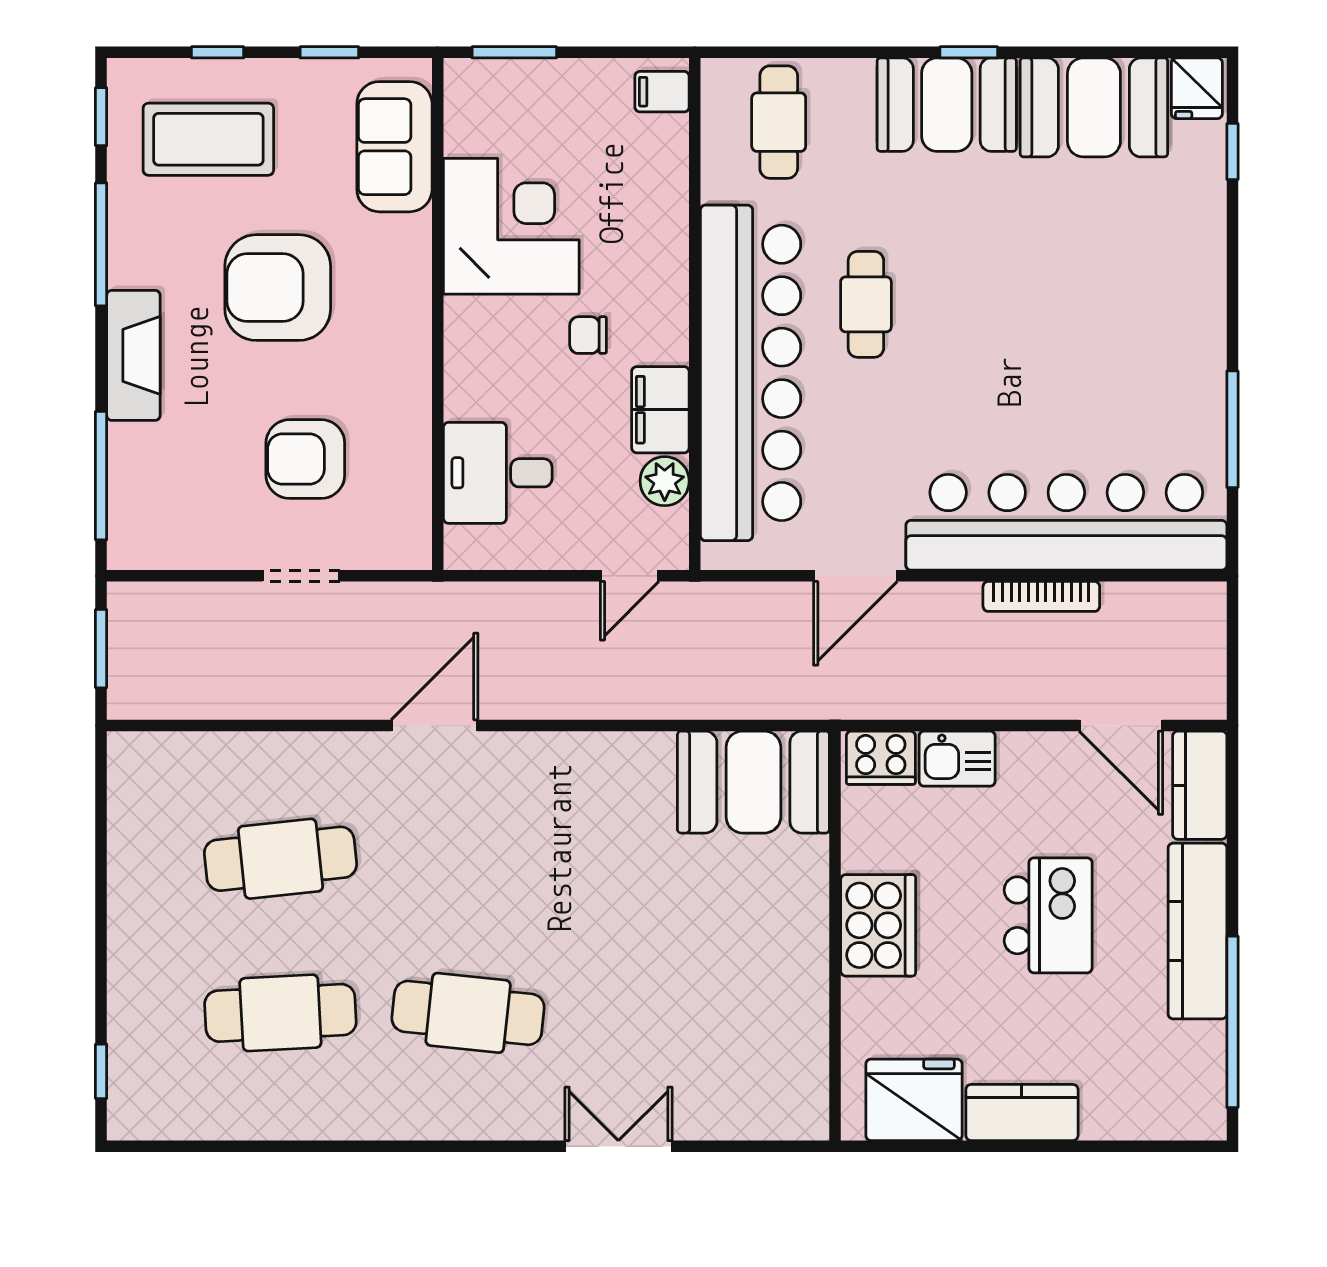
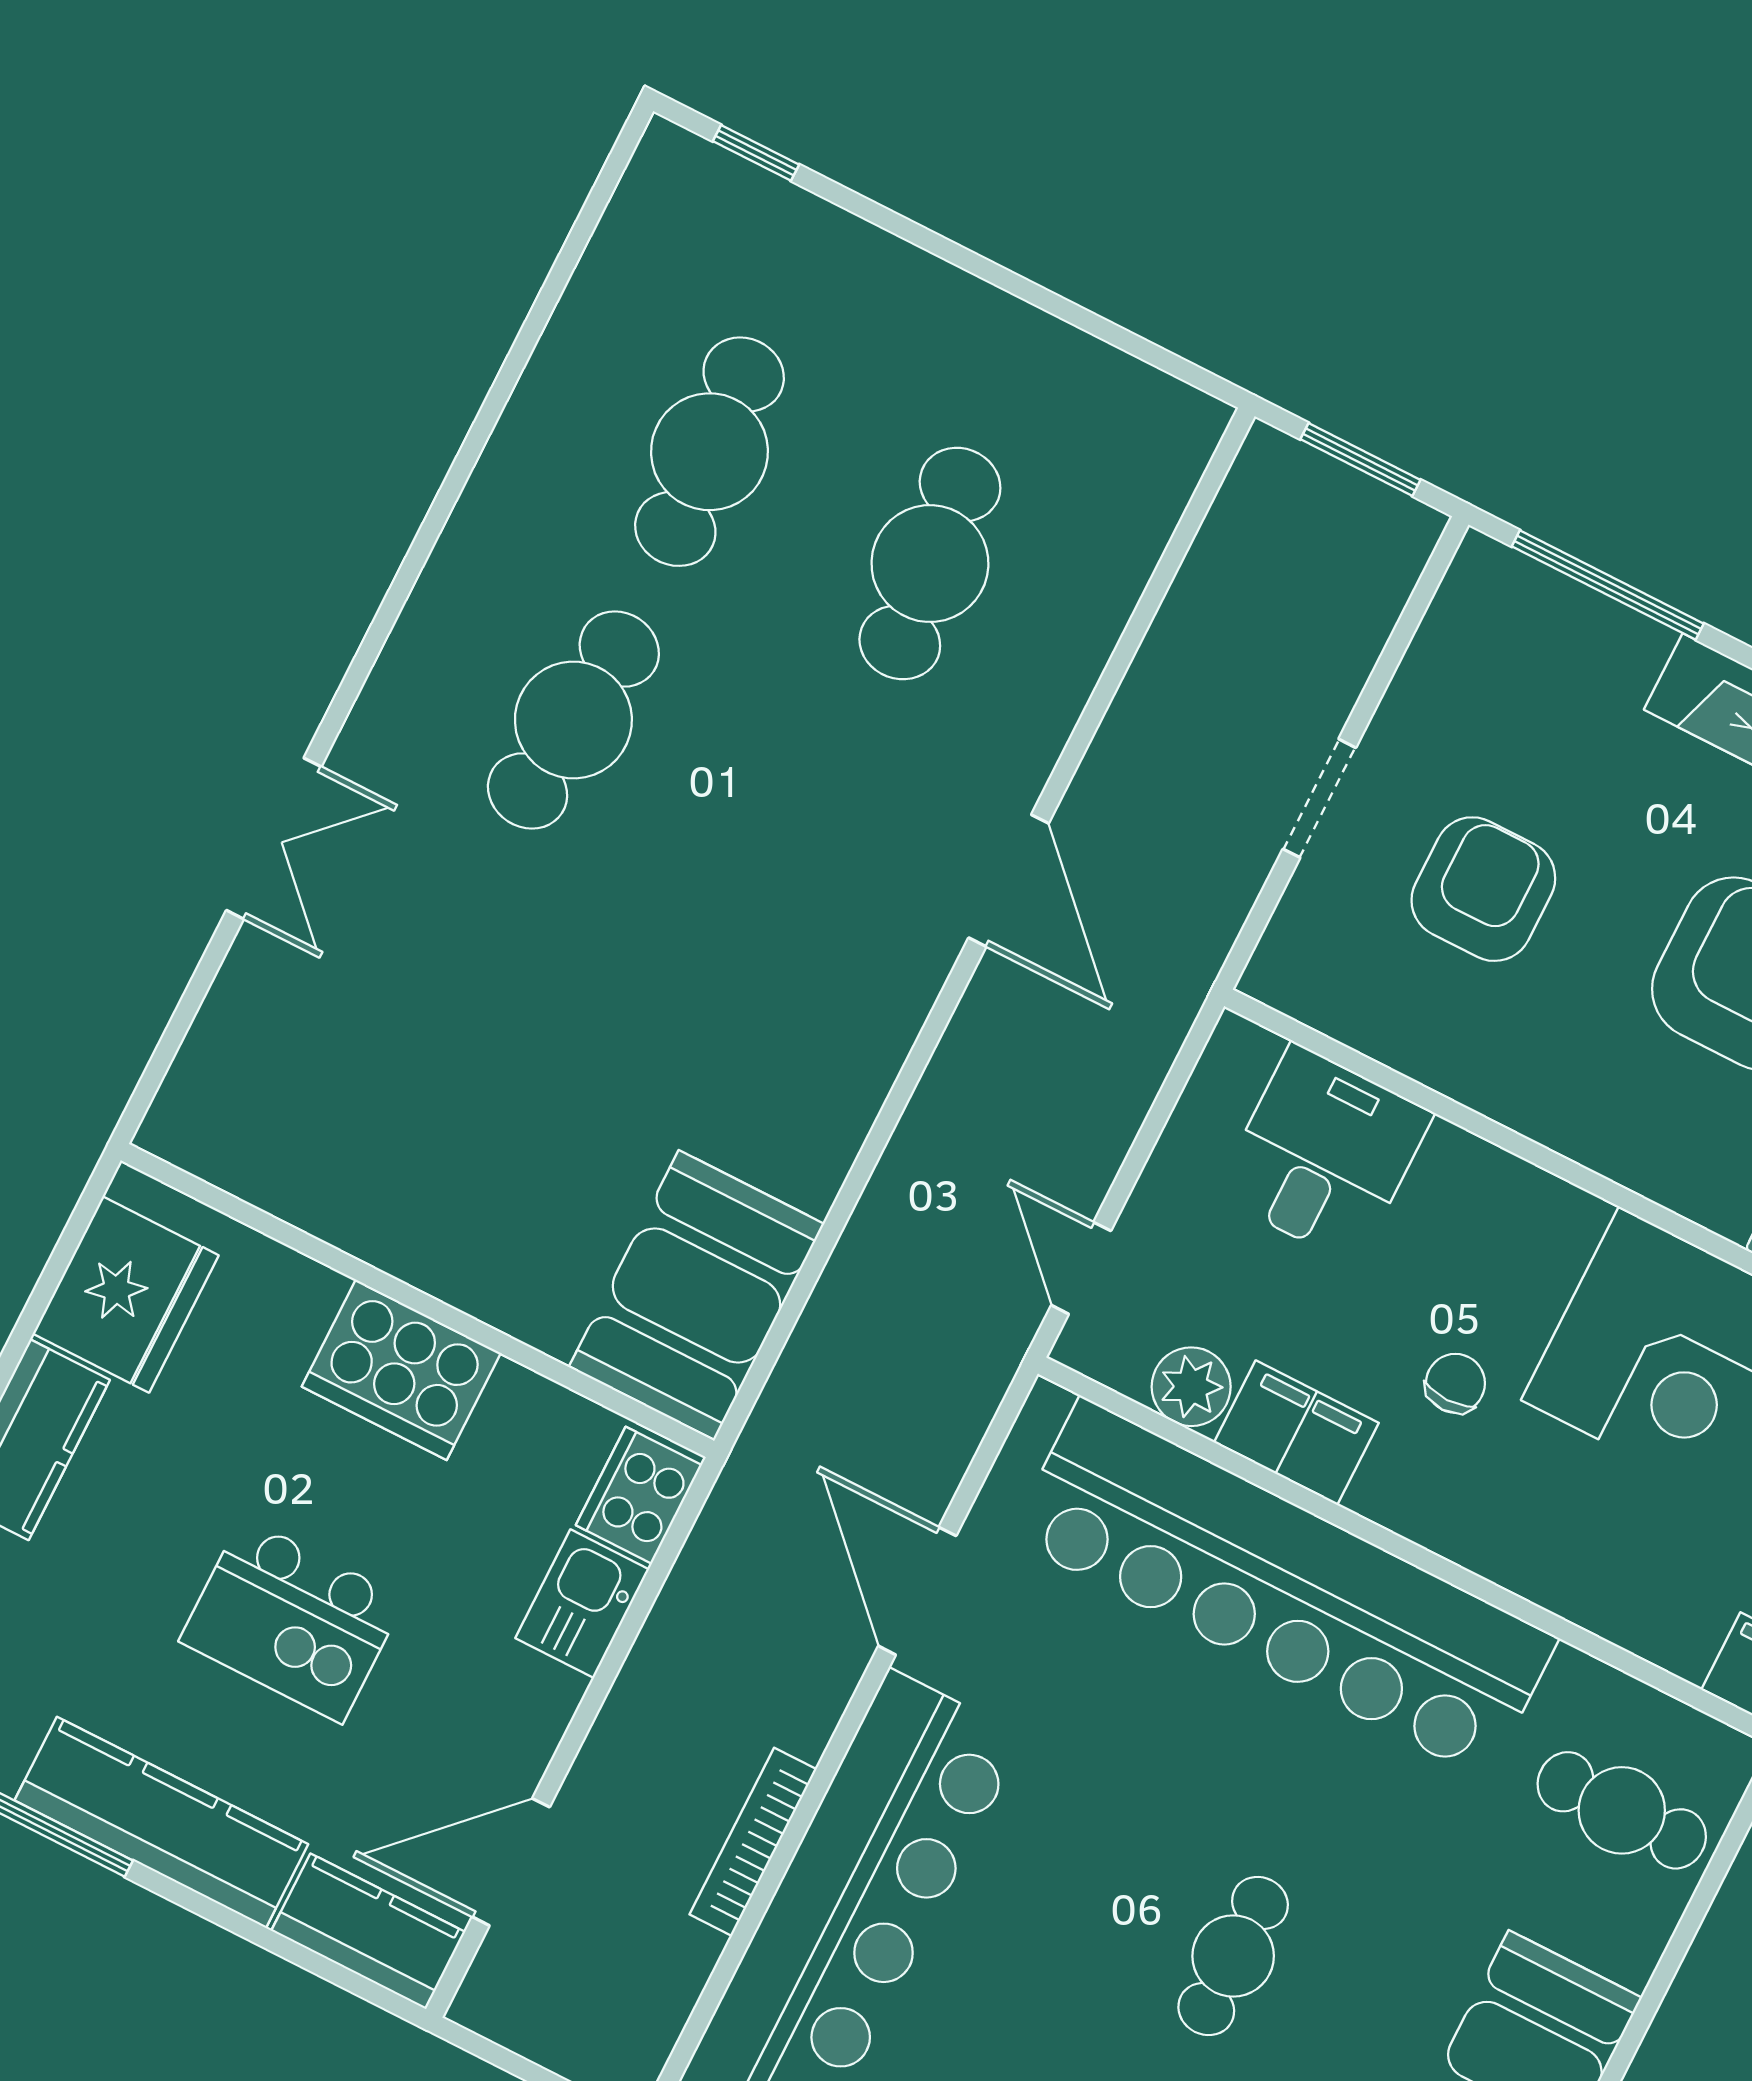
cafe table: (866, 304) -> (1233, 1956), moved, turned 90

